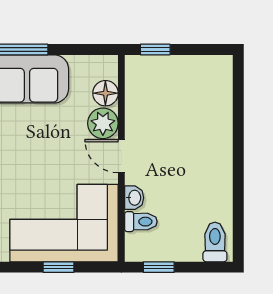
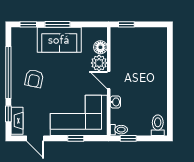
toilet: (141, 222) -> (119, 130), moved

